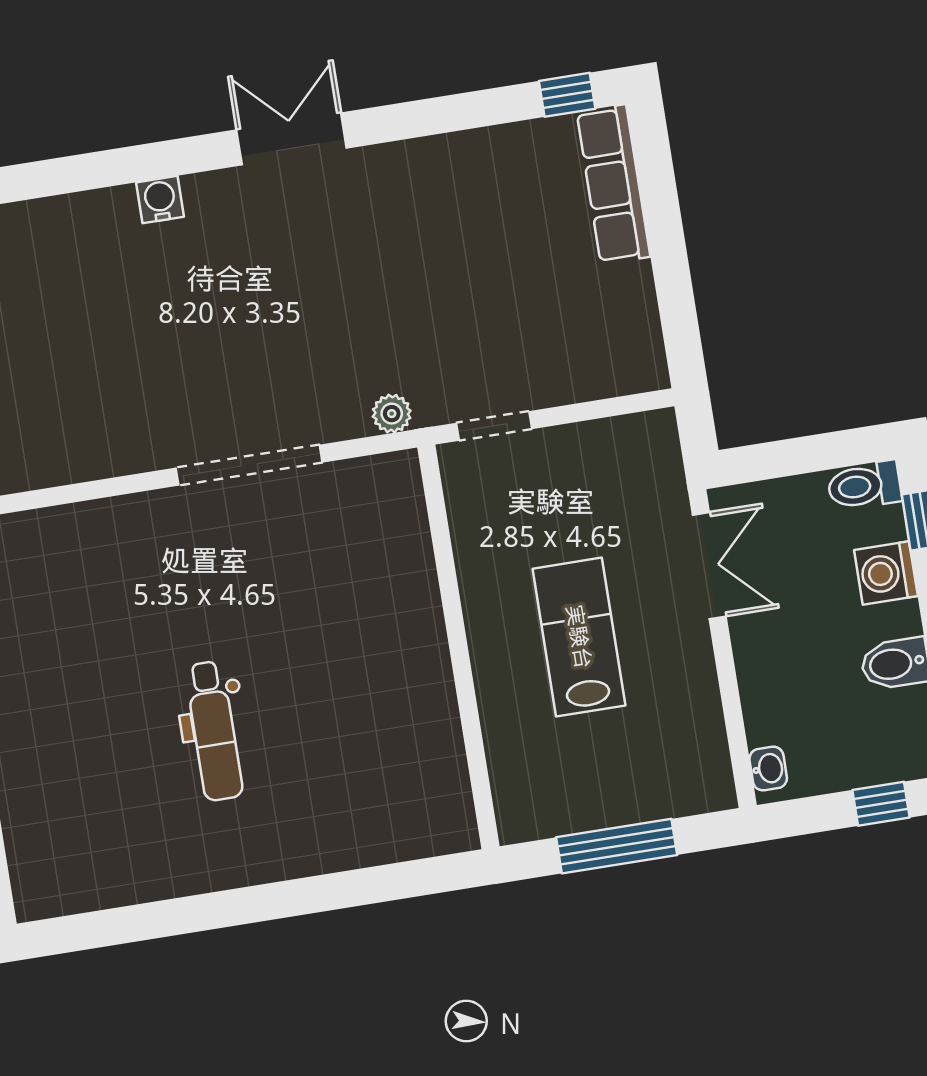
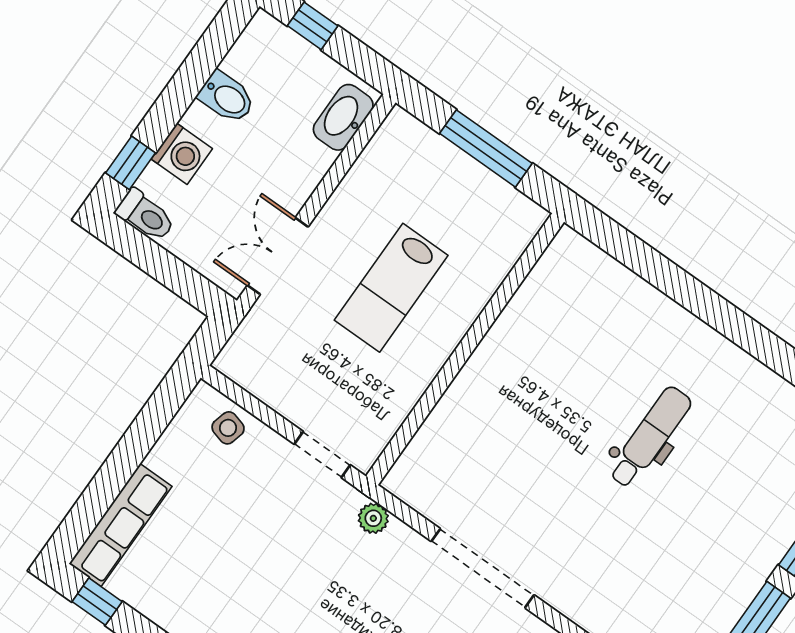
side table: (602, 367) -> (228, 428), added
washbasin: (768, 769) -> (343, 117), width x1.91, depth x1.45

